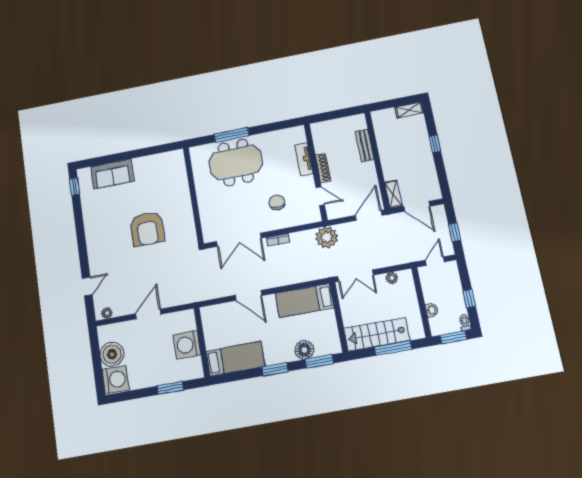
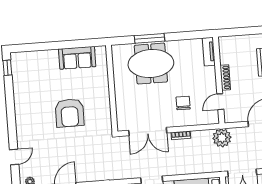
tv unit: (304, 159) -> (209, 52), moved
sofa: (112, 174) -> (77, 58), moved
door: (320, 196) -> (220, 102), swing flipped

